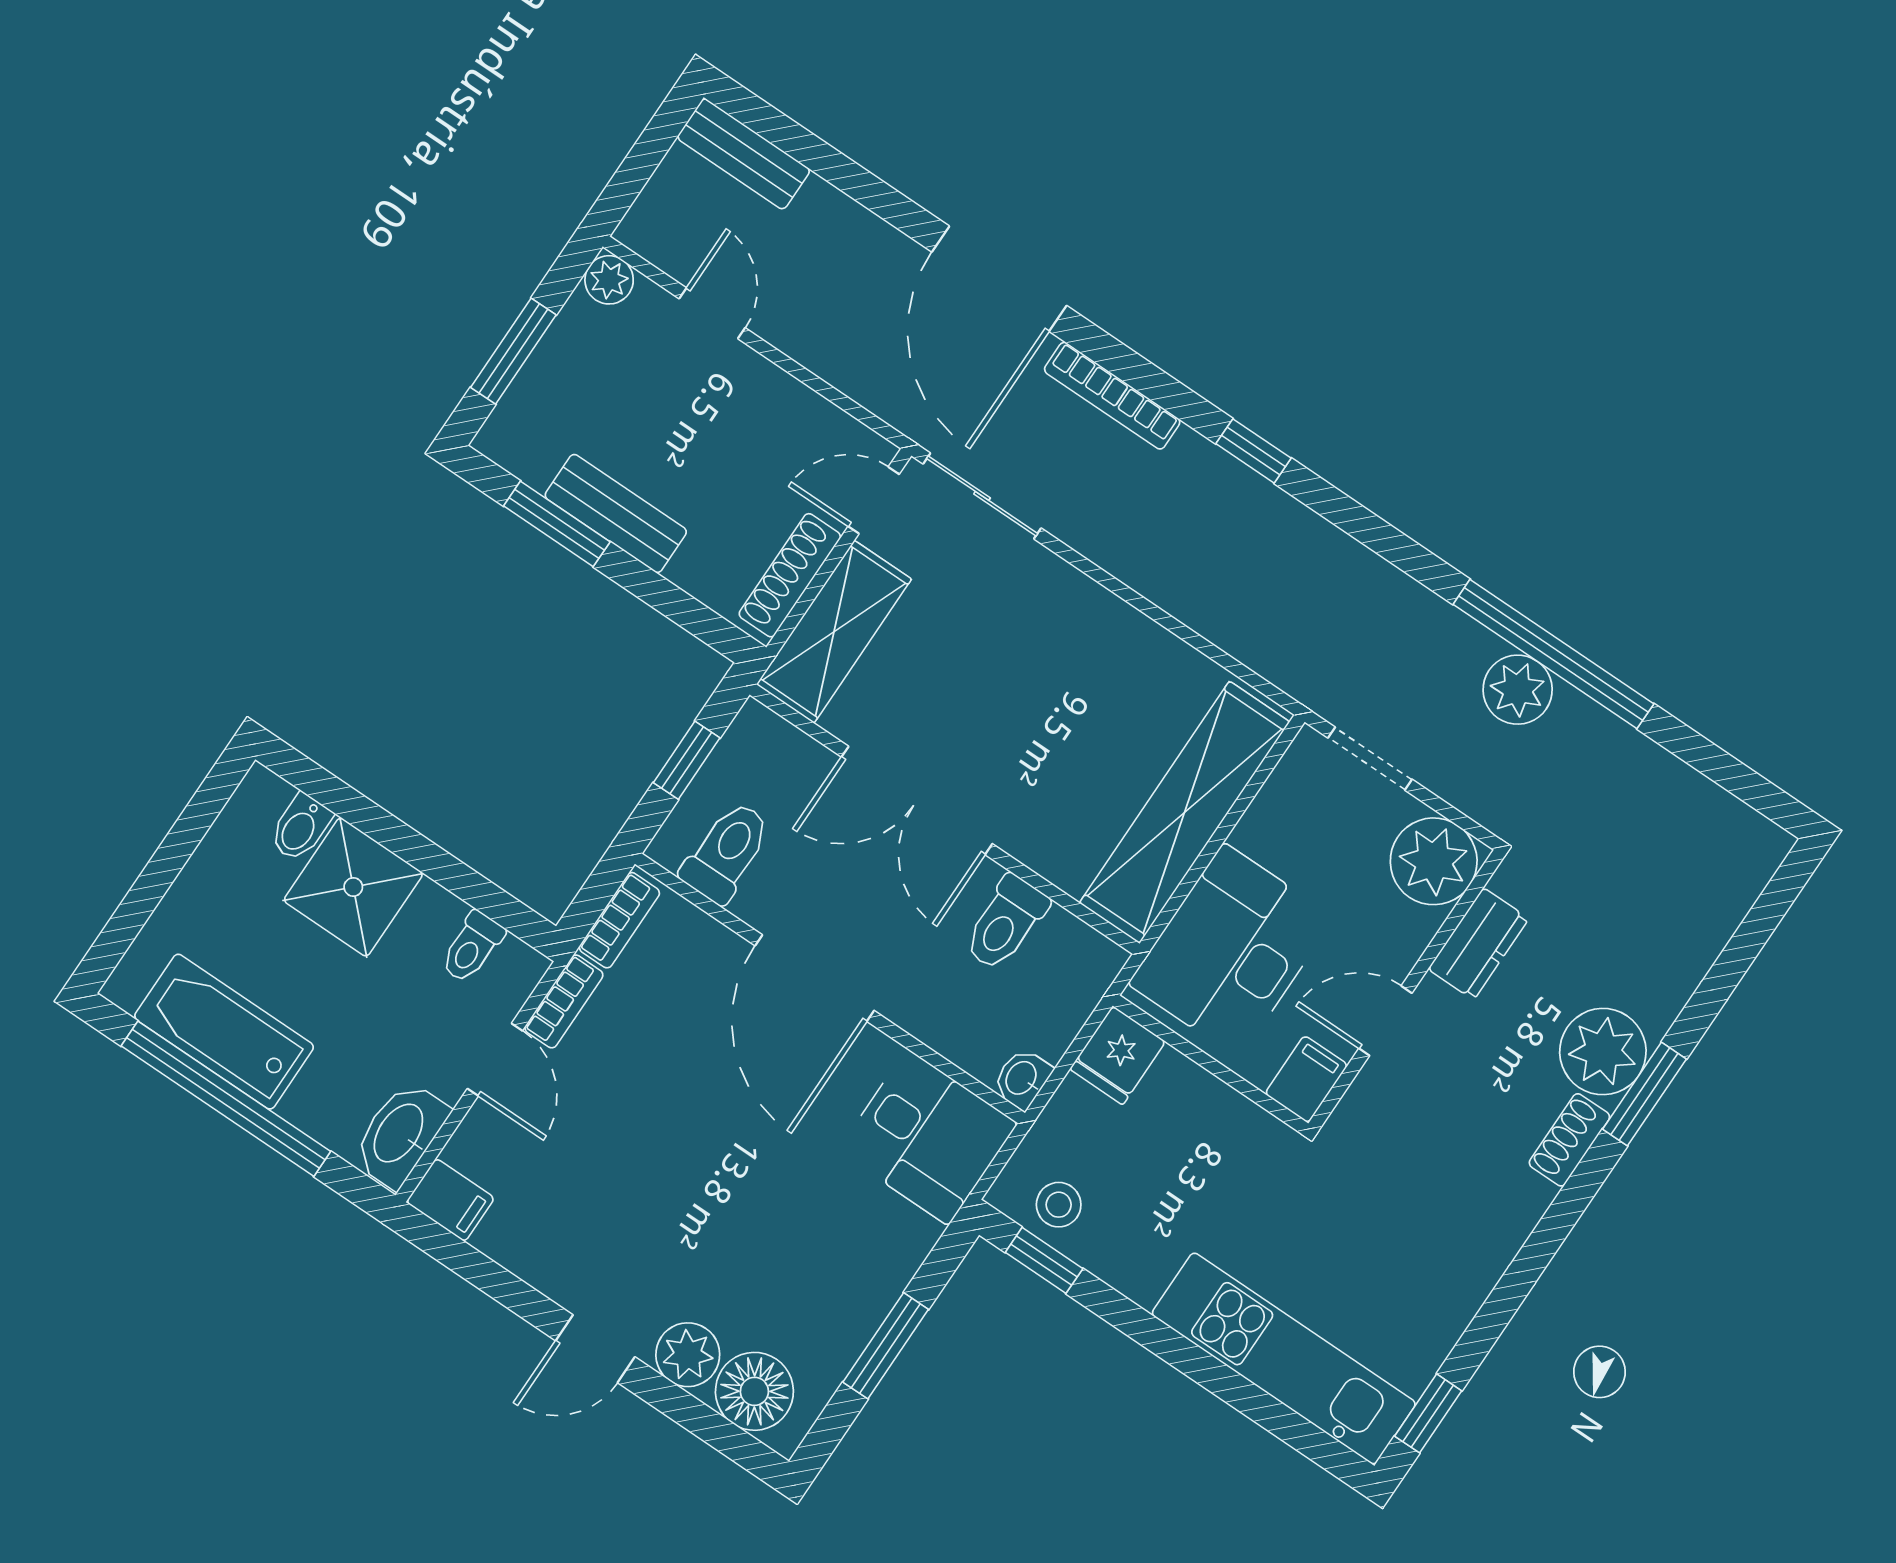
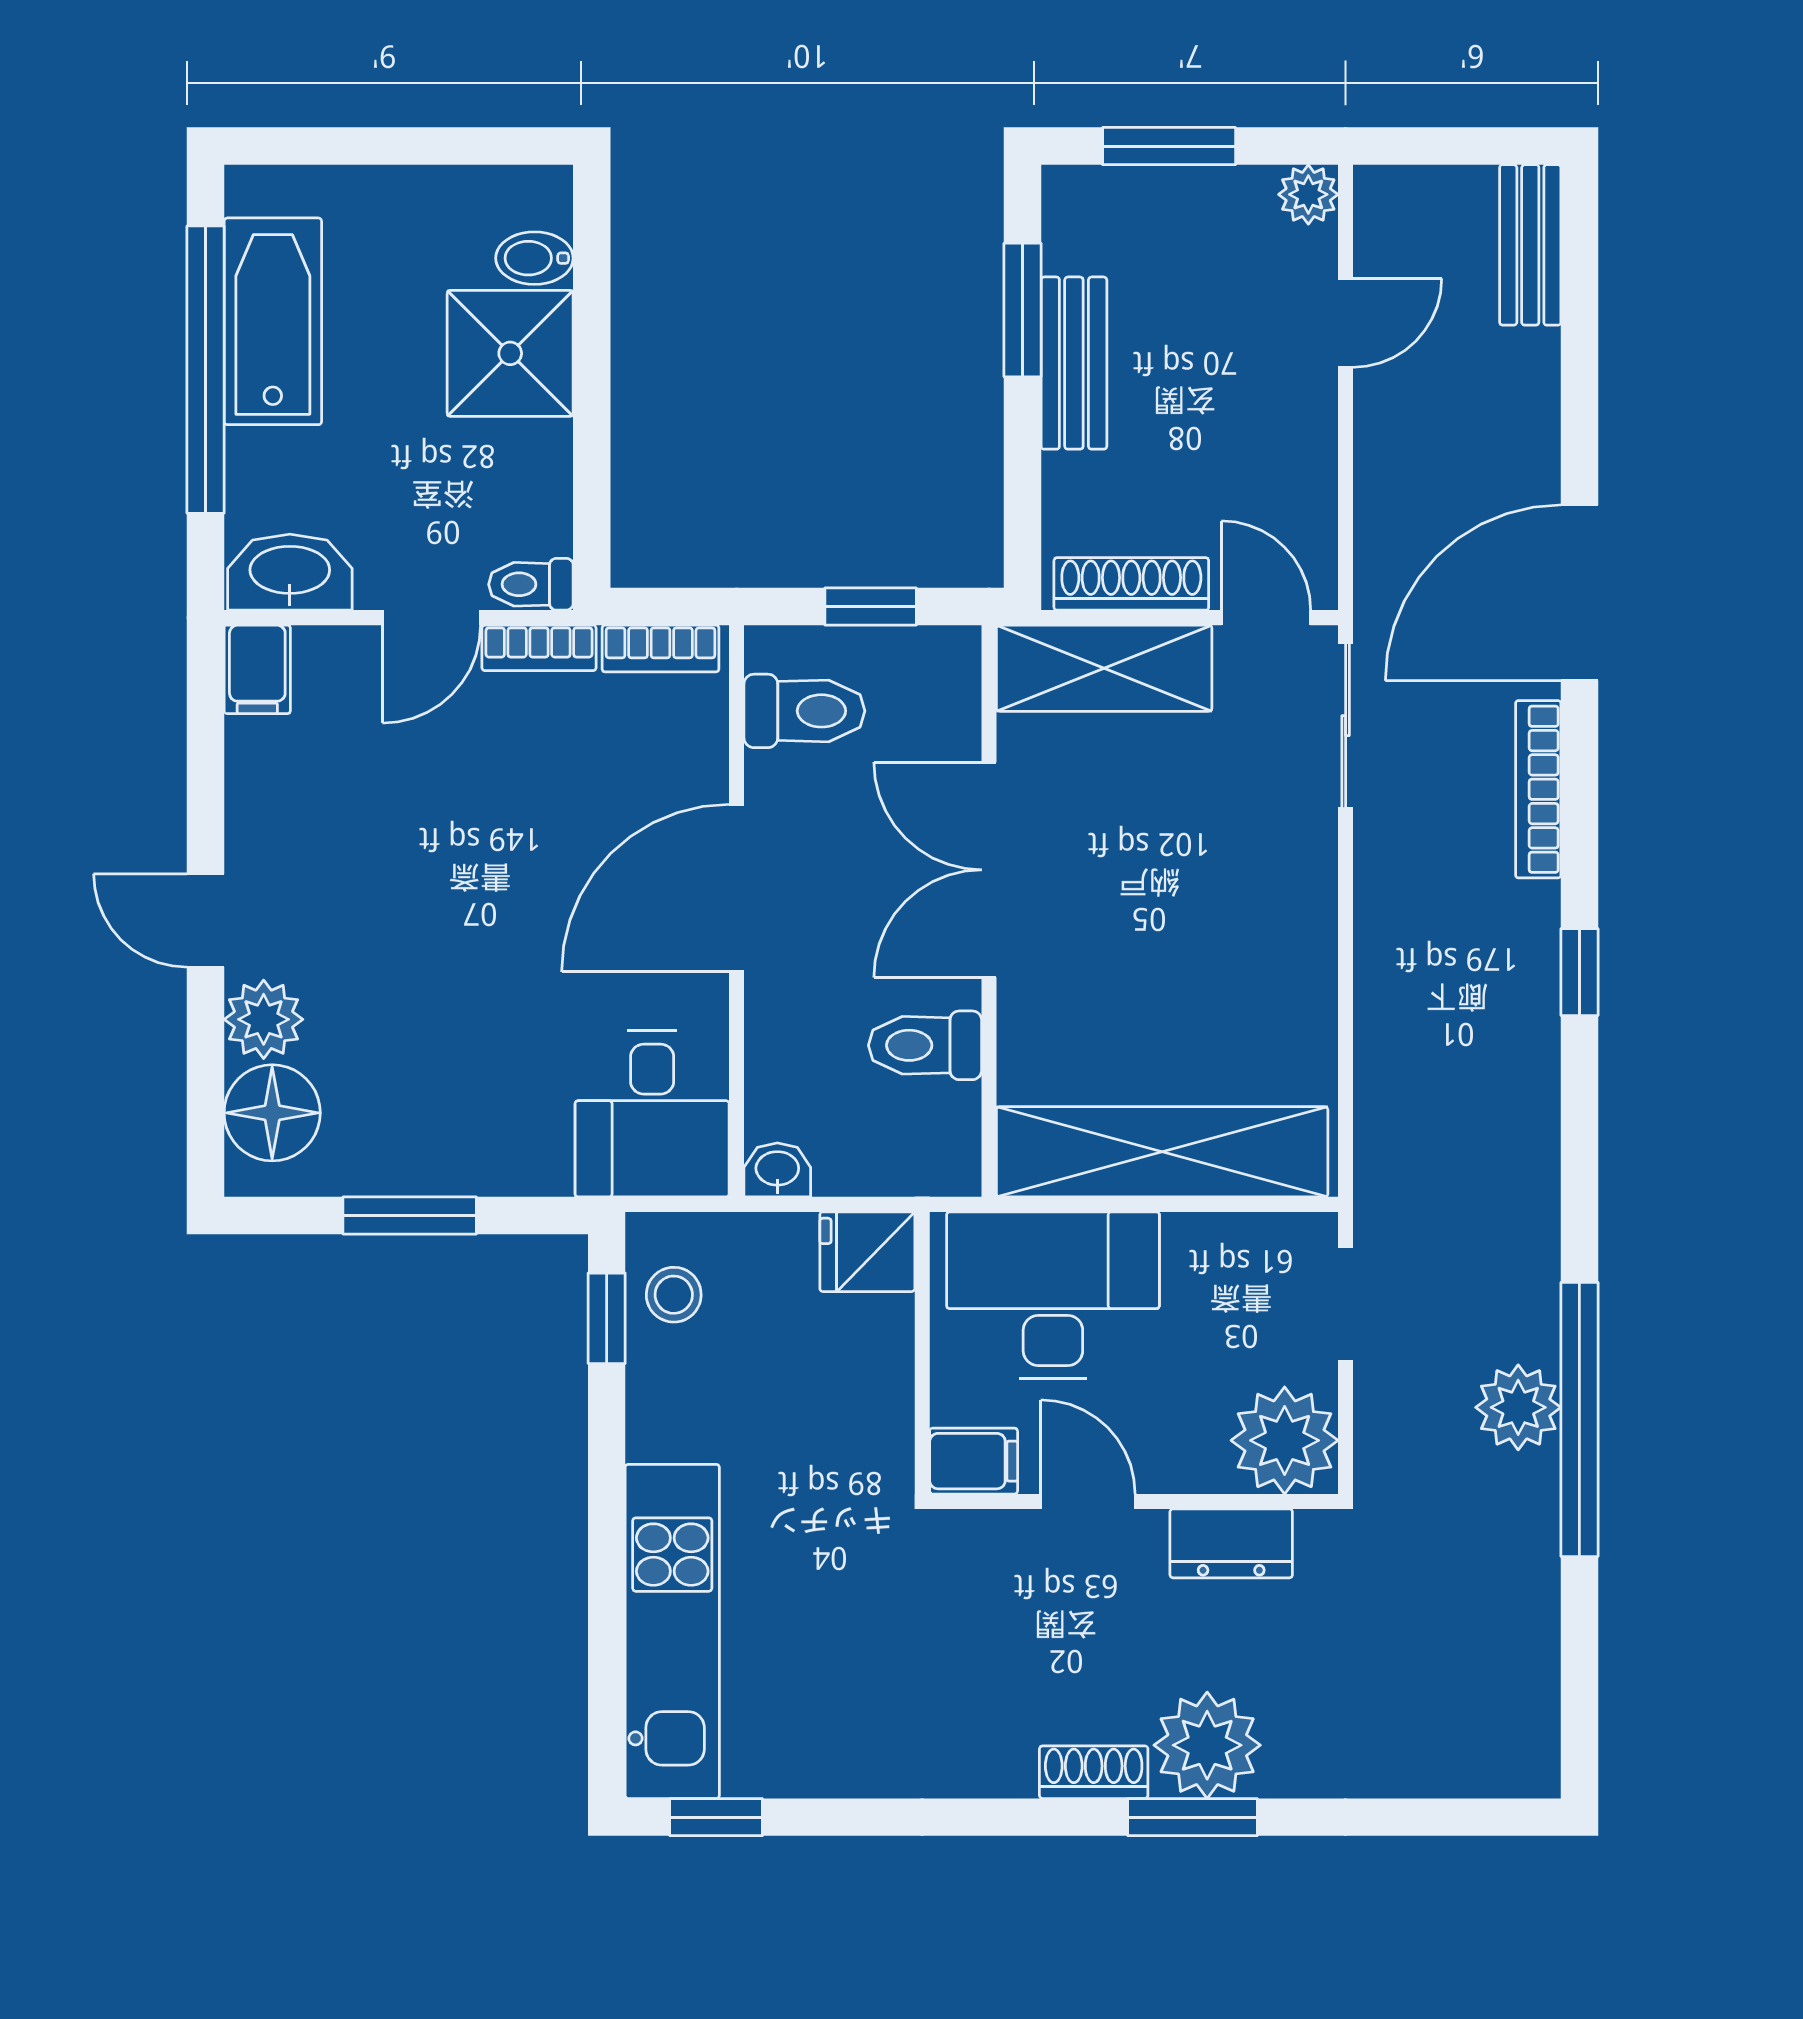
toilet: (472, 947) -> (531, 584), moved

